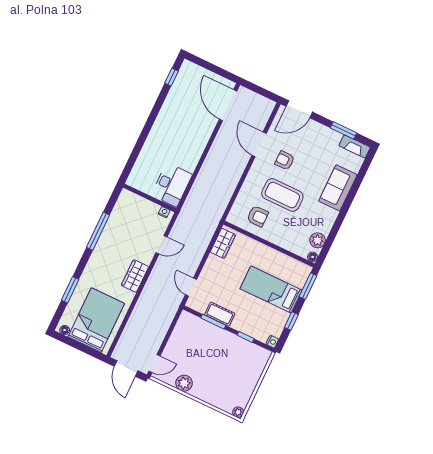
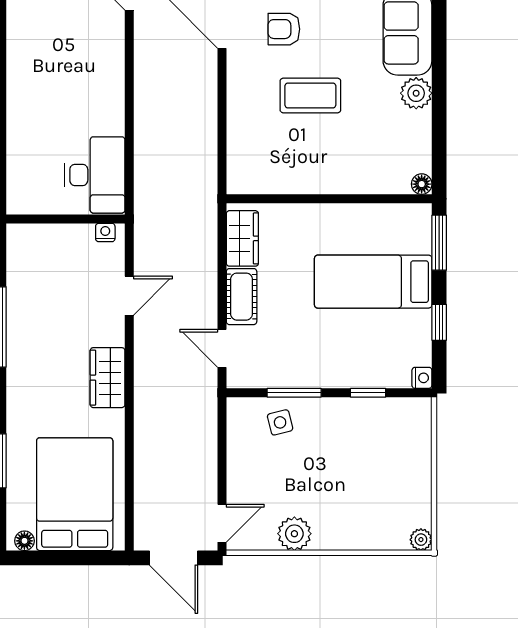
coffee table: (282, 195) -> (310, 95), width x0.73, depth x0.76
armchair: (258, 216) -> (283, 157), removed
plant: (318, 240) -> (416, 93), moved
cot: (220, 314) -> (242, 297), moved, turned 90
side table: (201, 332) -> (280, 422), added

